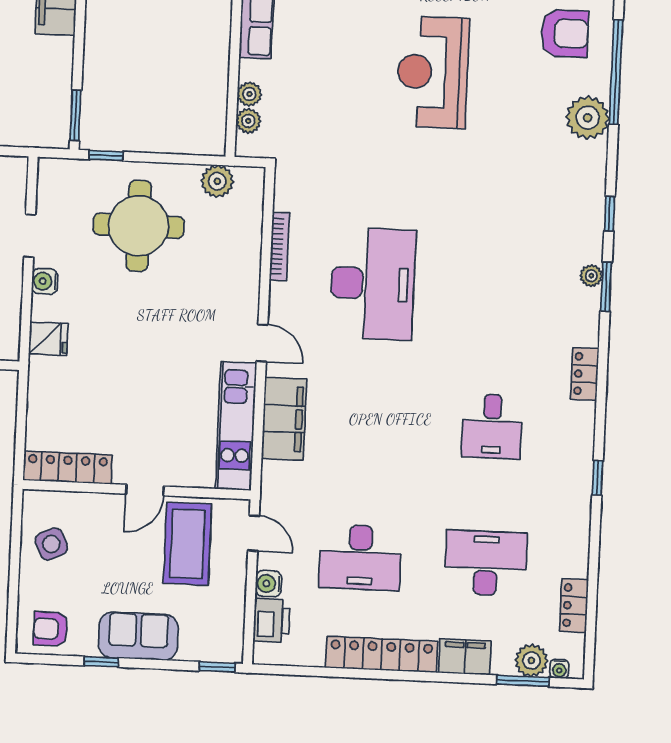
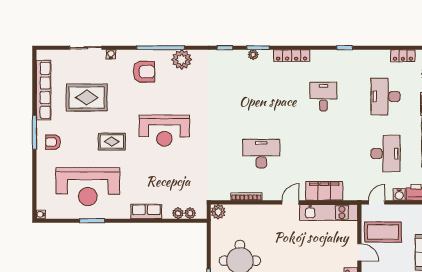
armchair: (565, 33) -> (144, 72), turned 90
plant: (217, 181) -> (218, 212), moved
desk: (373, 284) -> (261, 154), width x0.73, depth x0.77
locker: (585, 374) -> (292, 56), width x1.53
desk: (492, 426) -> (323, 97), turned -90

